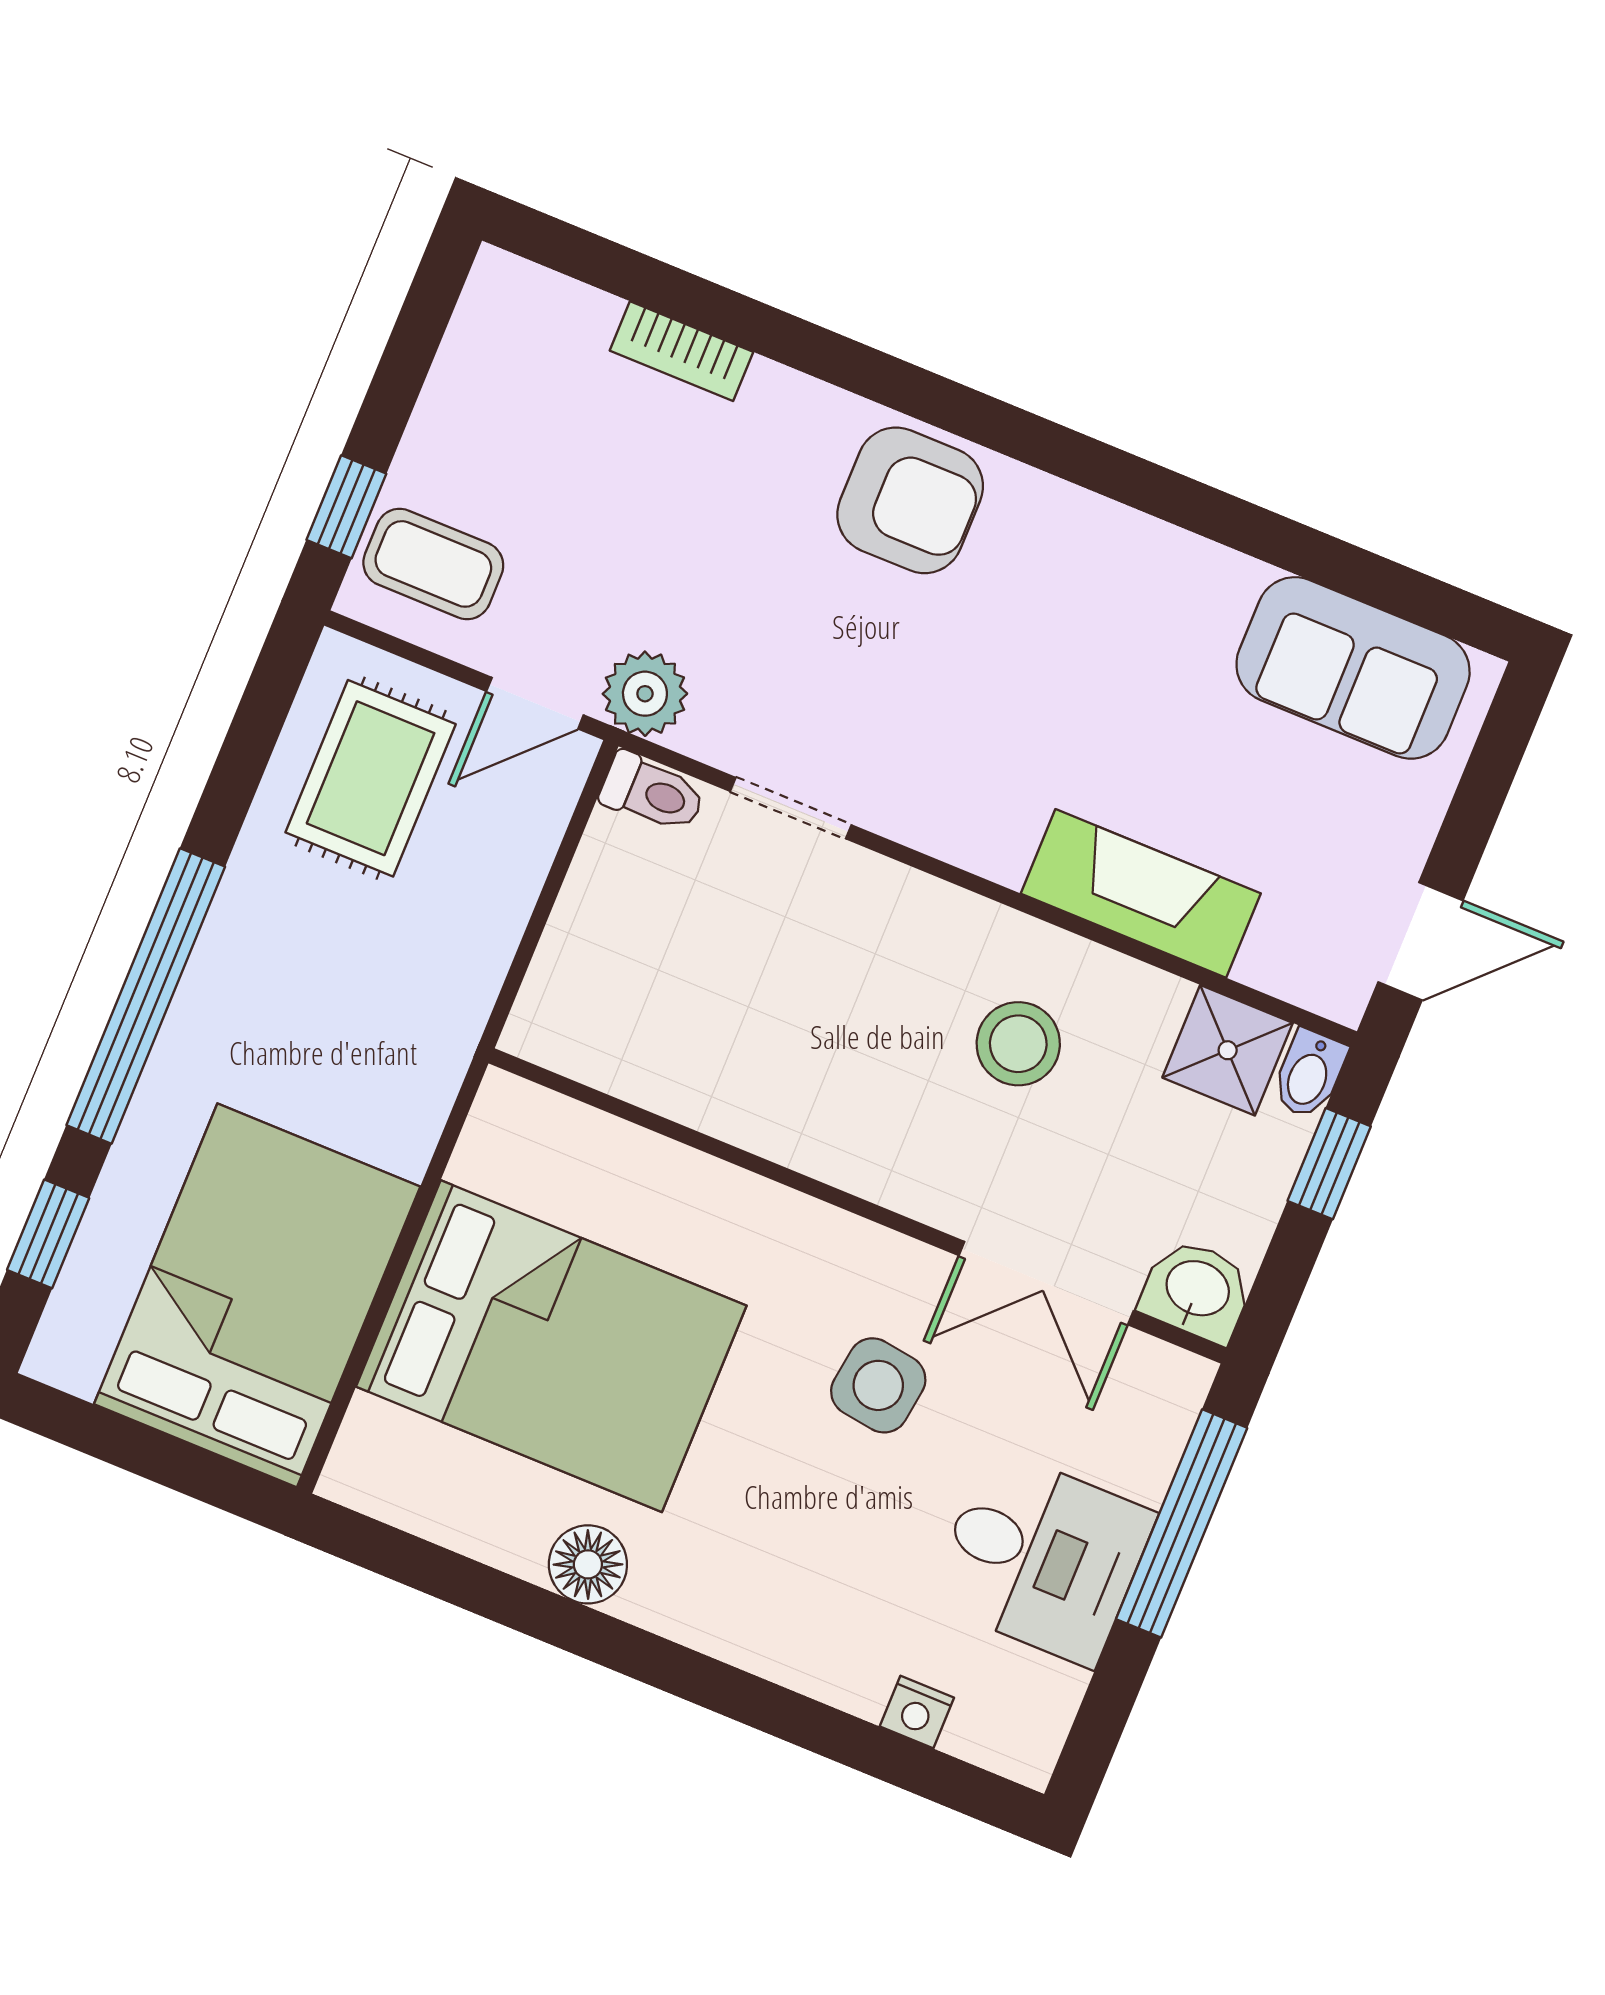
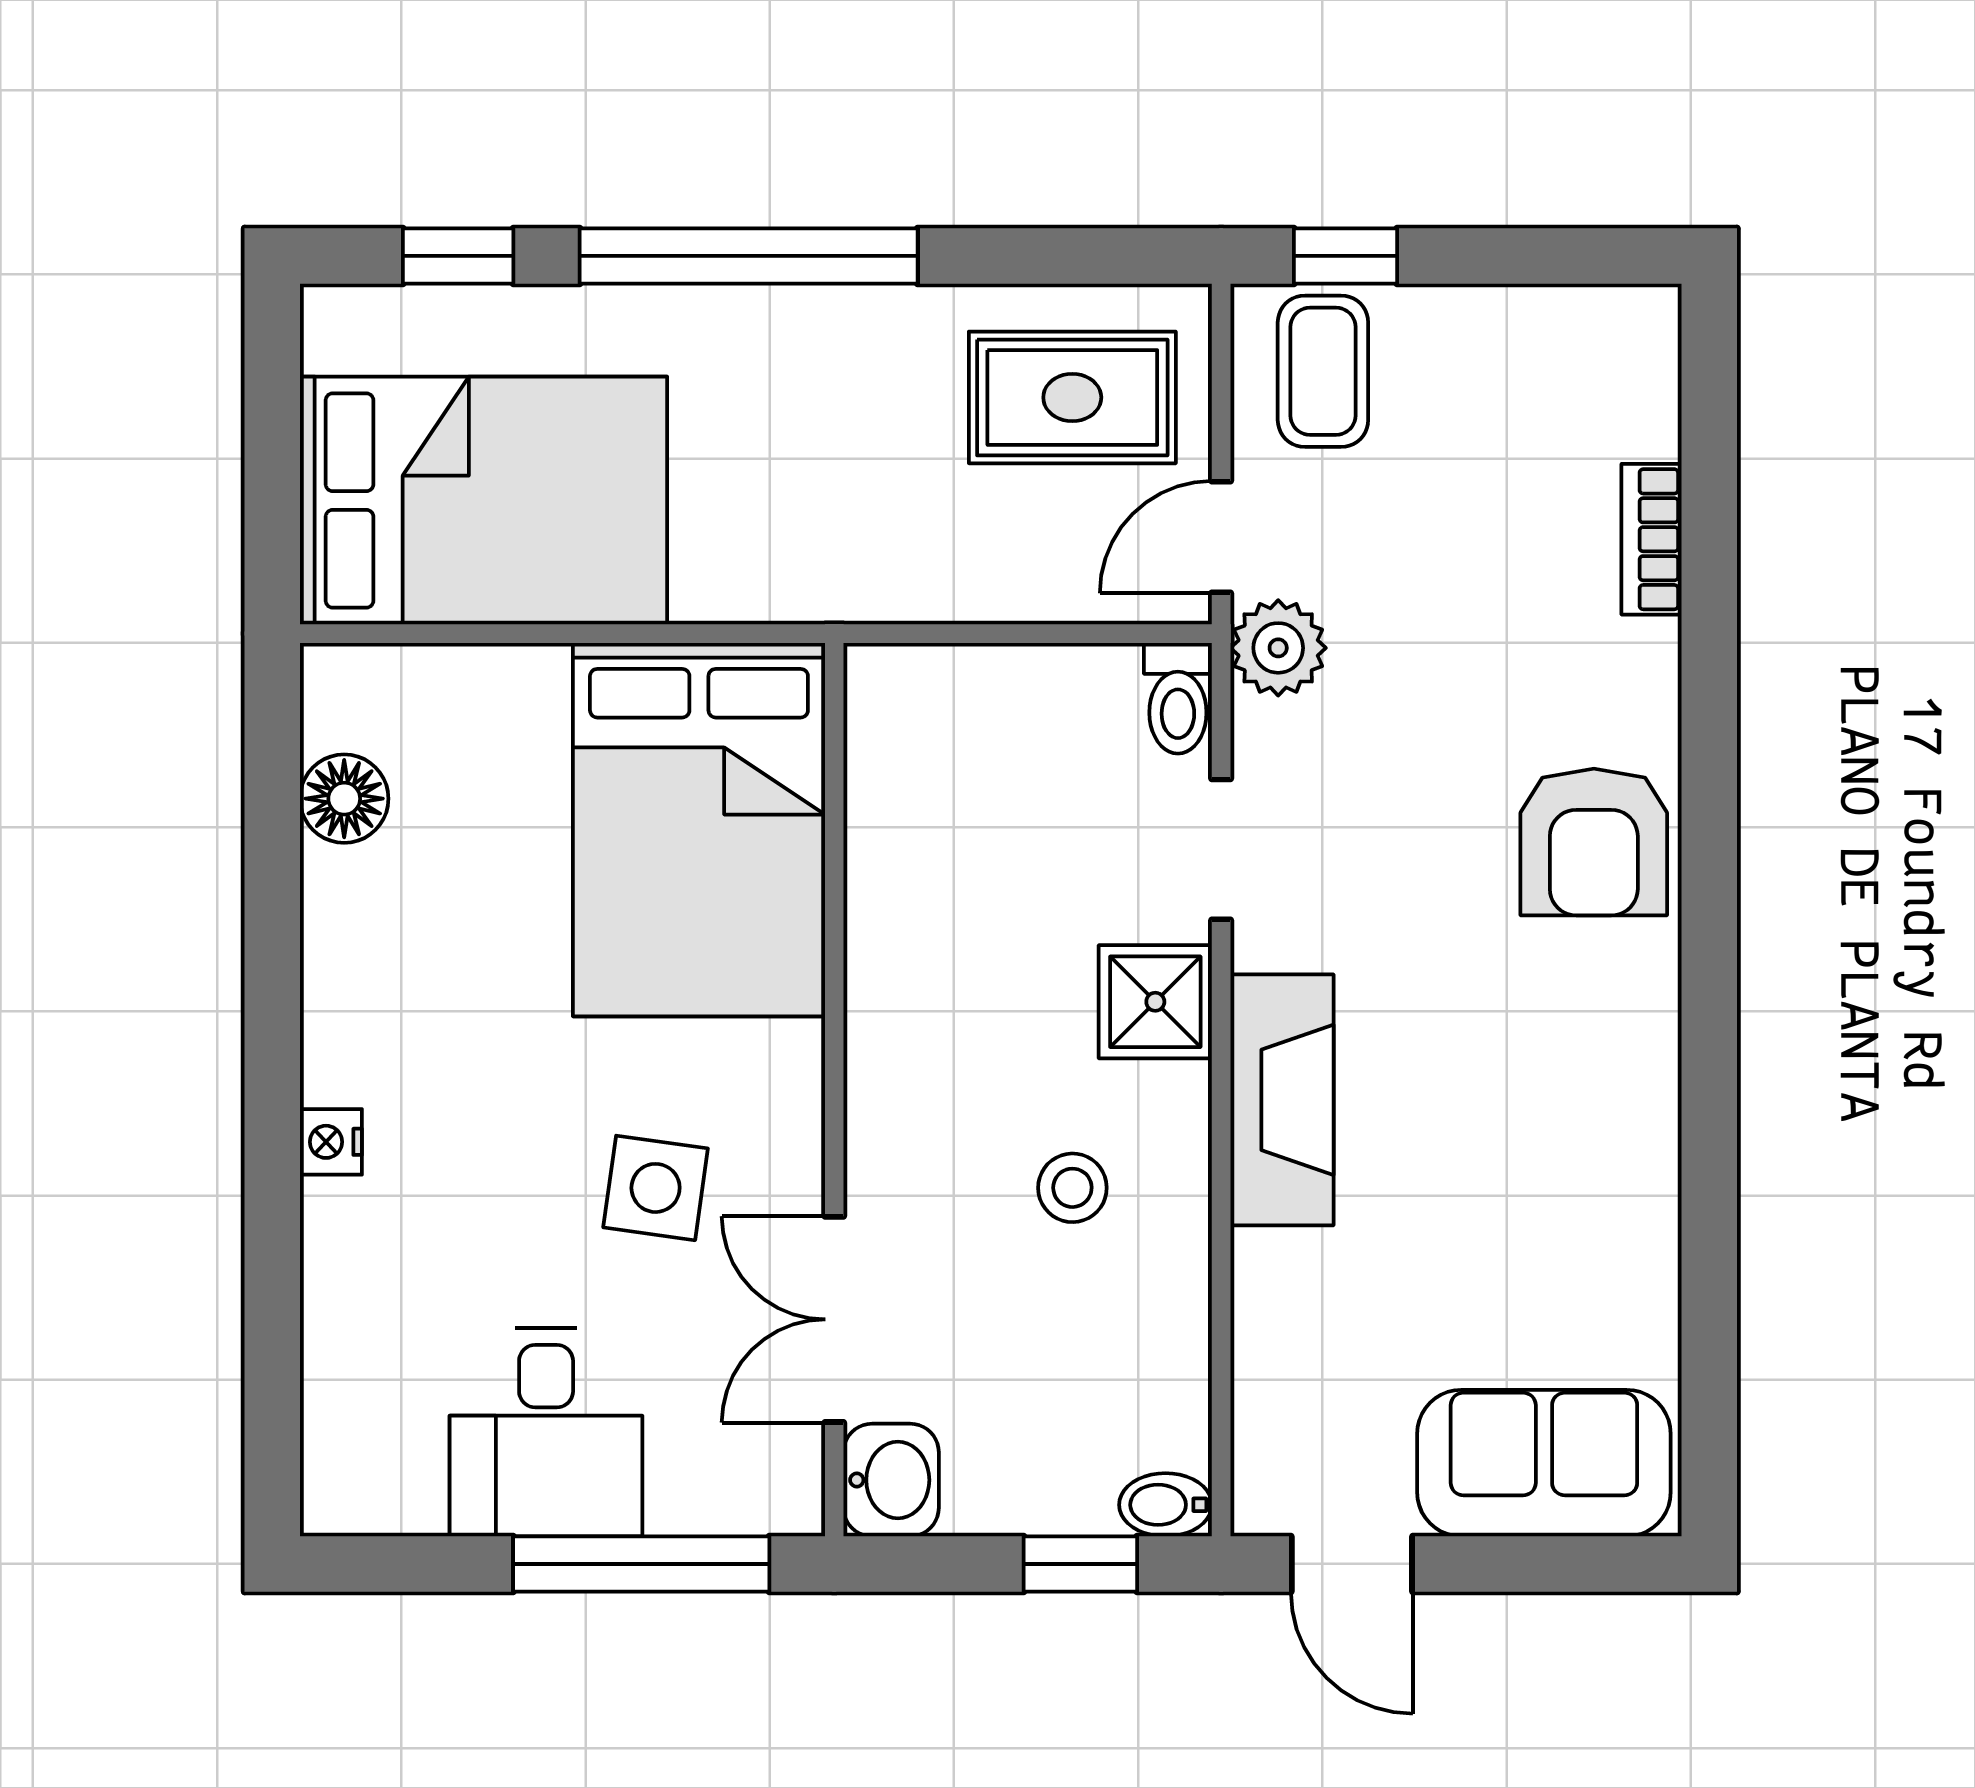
sofa: (1353, 668) -> (1544, 1463), moved, turned 90
door: (535, 703) -> (1221, 537), hinge flipped
fireplace: (1141, 893) -> (1282, 1100), moved
stool: (1018, 1044) -> (1072, 1188), width x0.73, depth x0.73
shower: (1228, 1050) -> (1155, 1002), moved
bed: (551, 1346) -> (699, 830), moved
floor lamp: (588, 1564) -> (344, 799), moved
nightstand: (917, 1712) -> (331, 1142), moved

